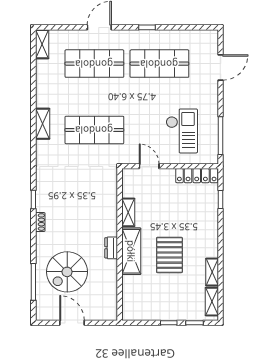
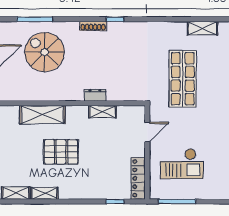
shelving: (43, 124) -> (203, 28), moved
shoe rack: (40, 222) -> (93, 26), width x1.43
dresser: (111, 248) -> (95, 95), moved
shelving: (131, 251) -> (42, 115), moved

